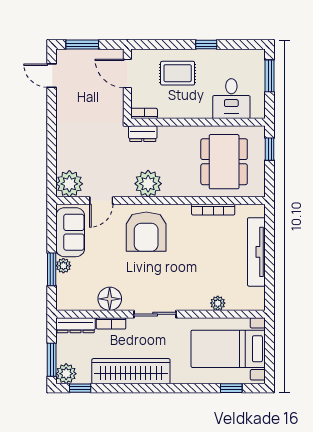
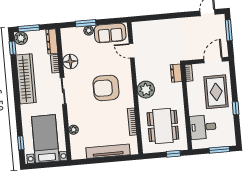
rug: (178, 73) -> (216, 92), width x1.36, depth x1.43
dining table: (224, 162) -> (163, 126), turned 90
plant: (69, 184) -> (140, 30), removed
plant: (148, 184) -> (146, 90), moved
armchair: (146, 232) -> (106, 88), moved

